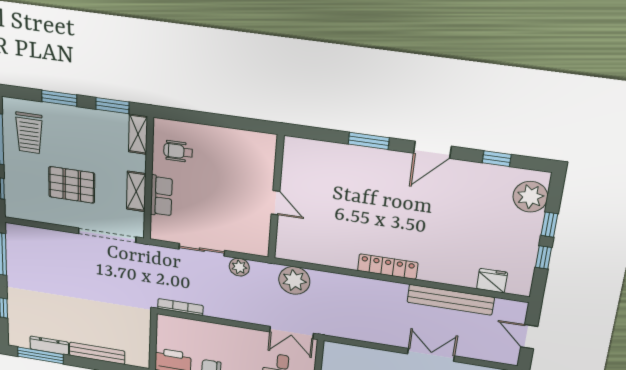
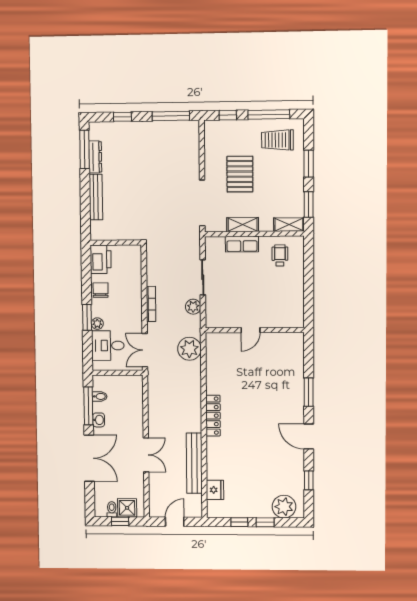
bookcase: (180, 307) -> (151, 304), moved

